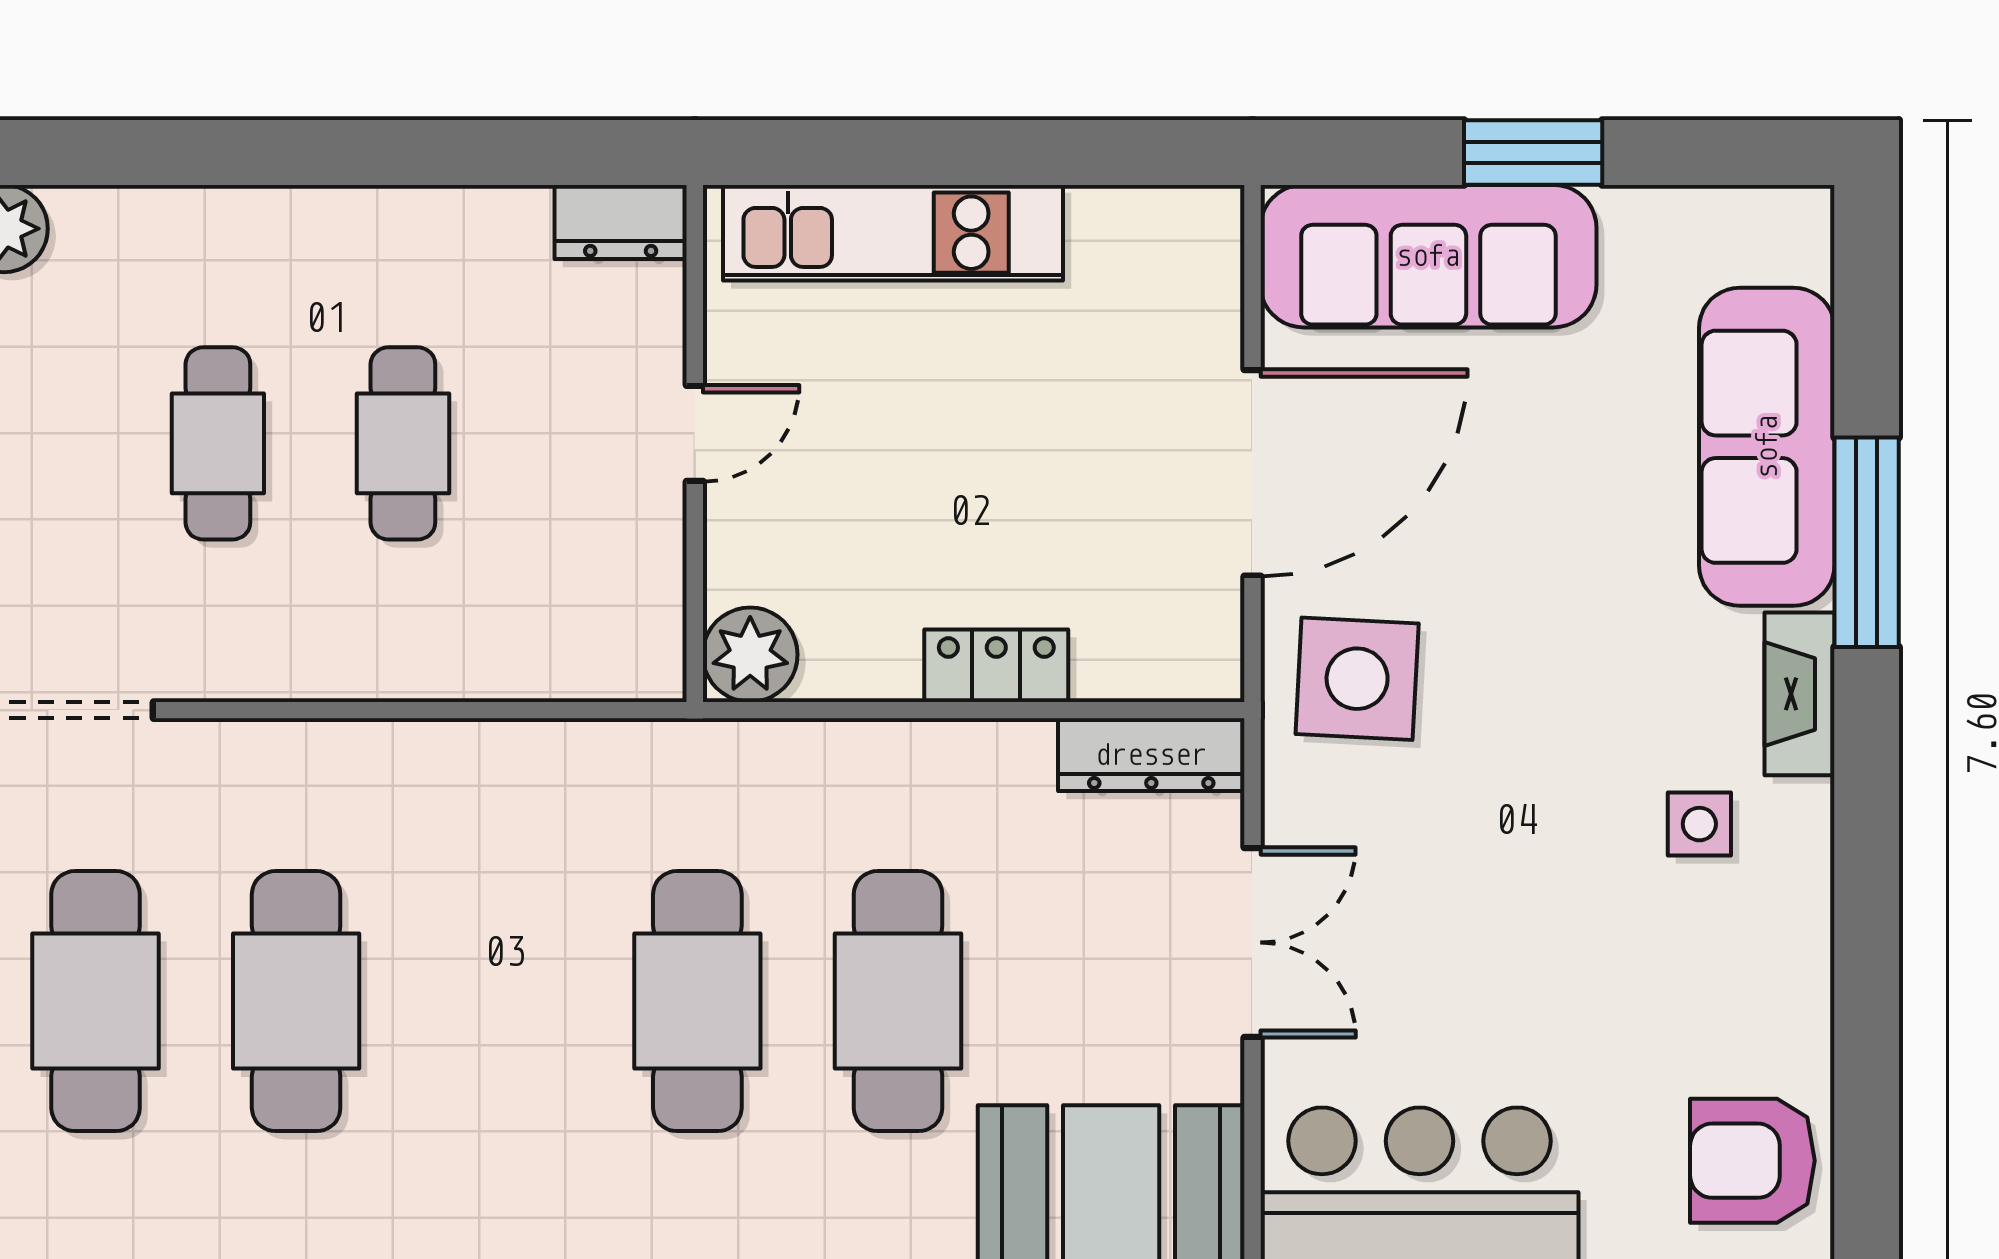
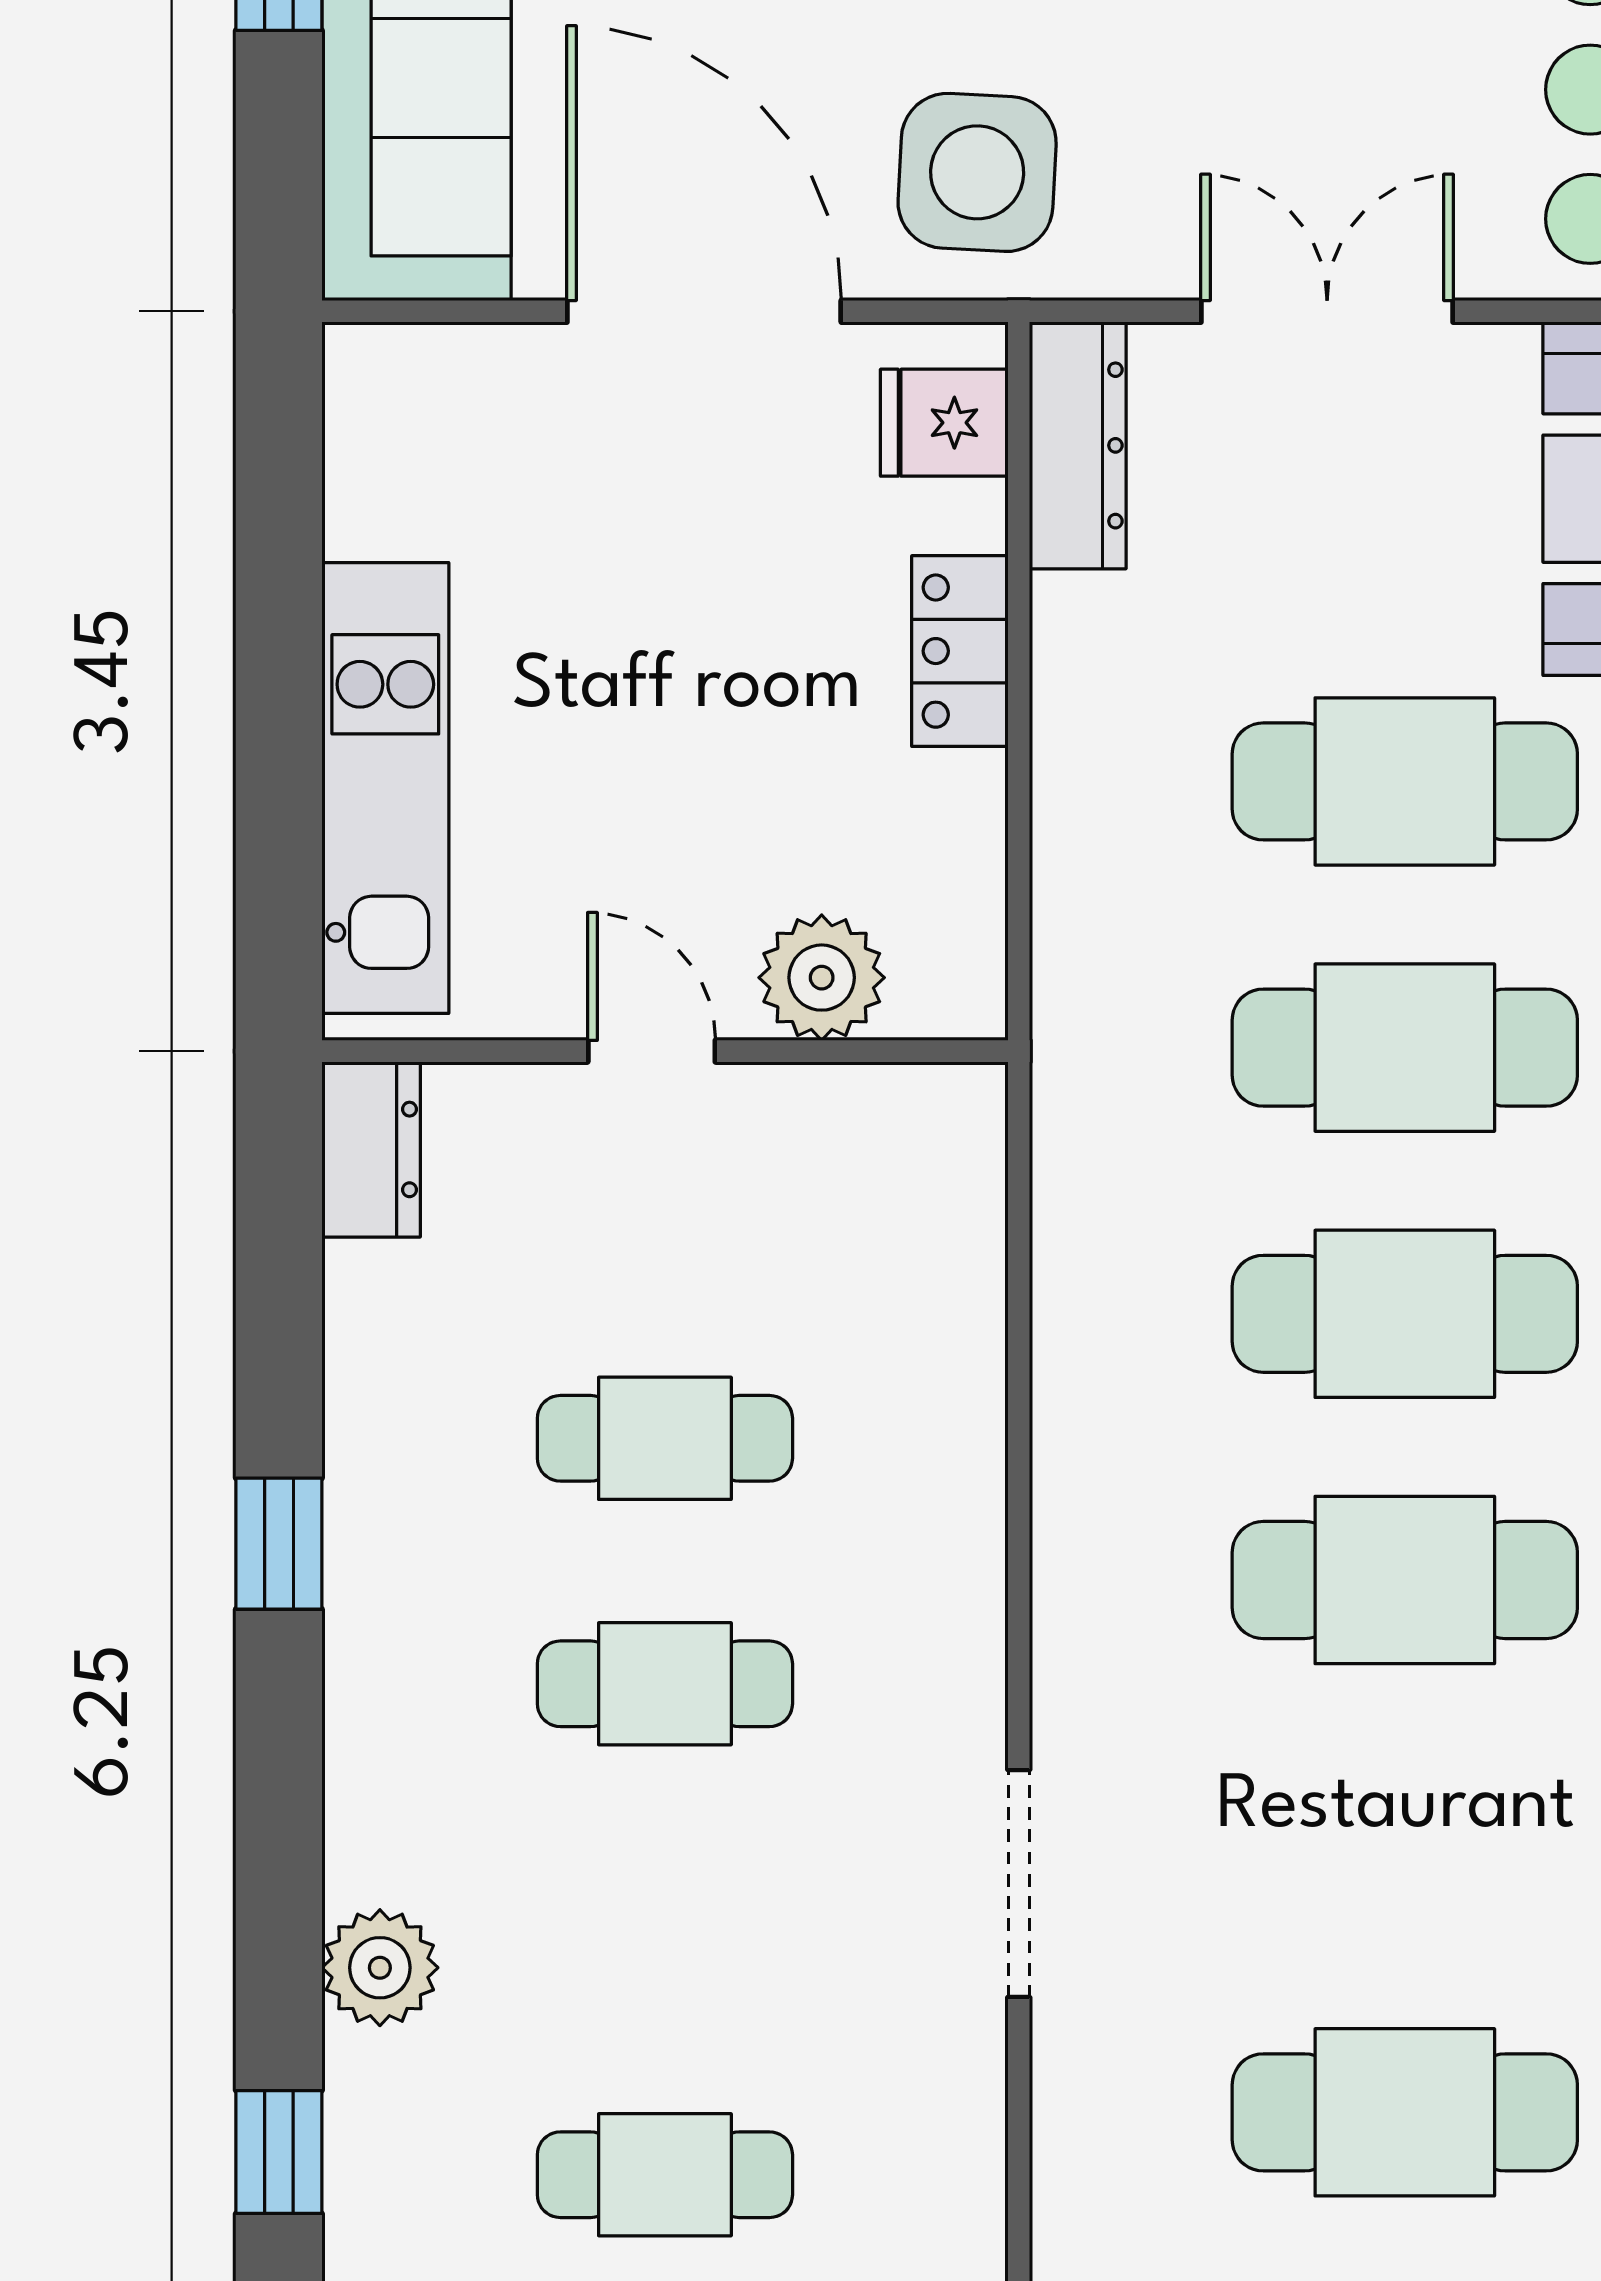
window: (324, 152) -> (279, 1544), added
fridge: (1168, 654) -> (944, 423), added
plant: (750, 655) -> (822, 978), moved
cafe table: (95, 1001) -> (1405, 1314), moved

